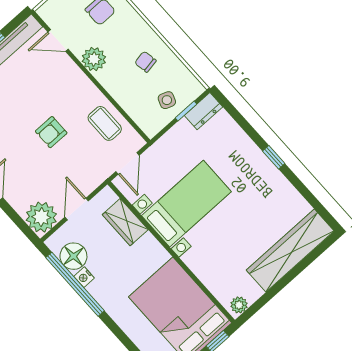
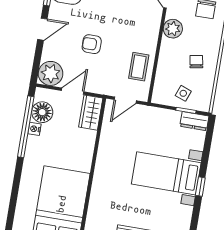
armchair: (51, 132) -> (92, 44), moved
bed with nightstands: (186, 204) -> (166, 173), moved, turned 180
wardrobe: (125, 222) -> (91, 113), moved

